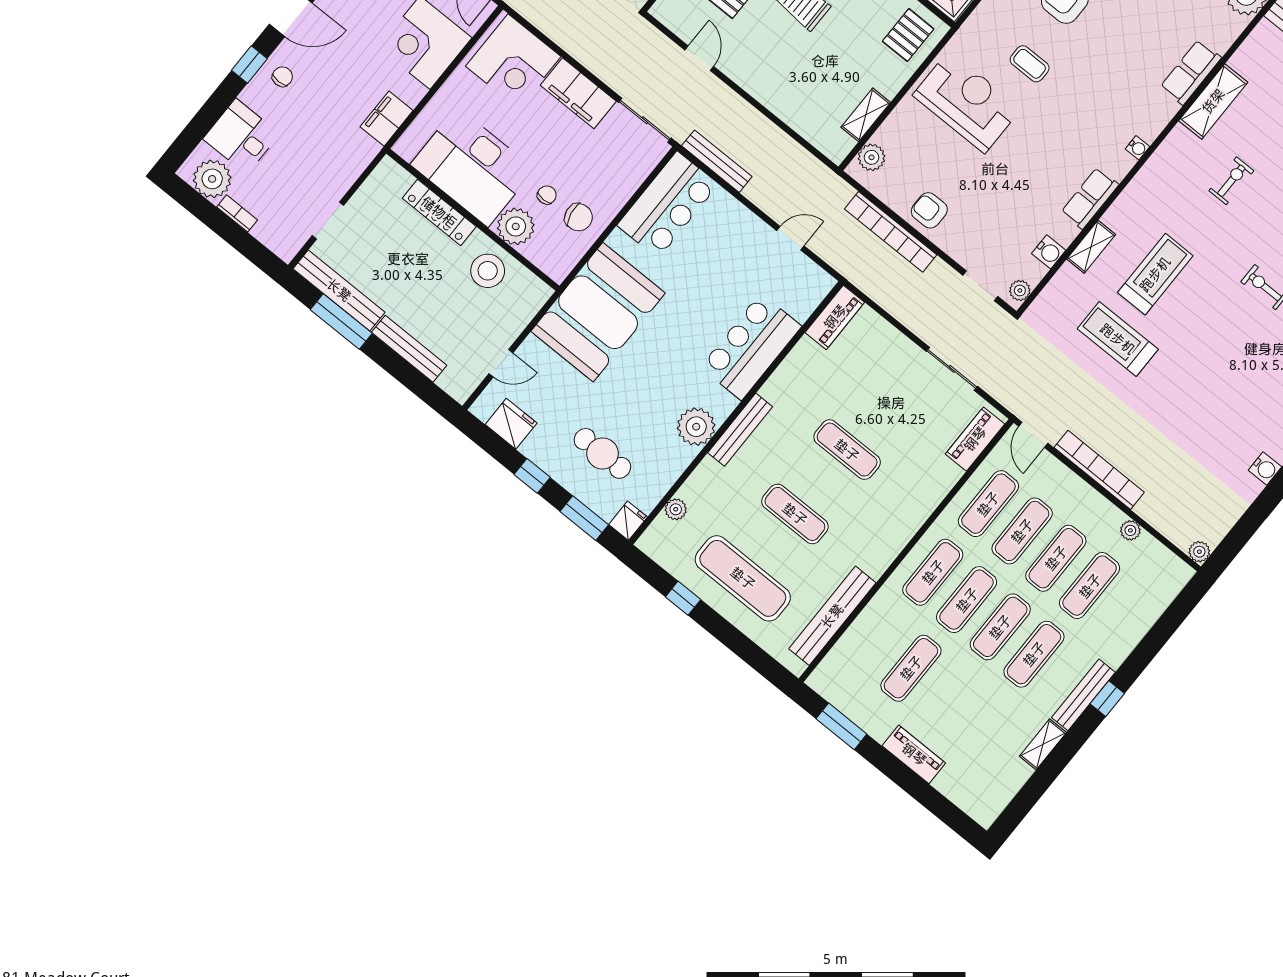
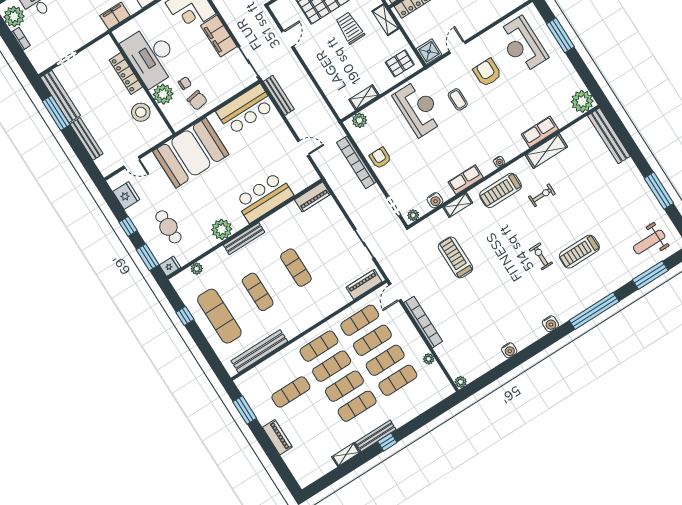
treadmill: (1155, 274) -> (501, 190), moved, turned 180

